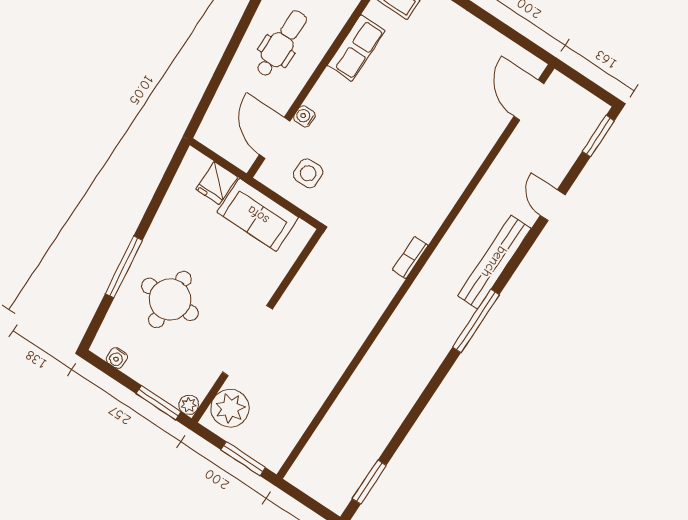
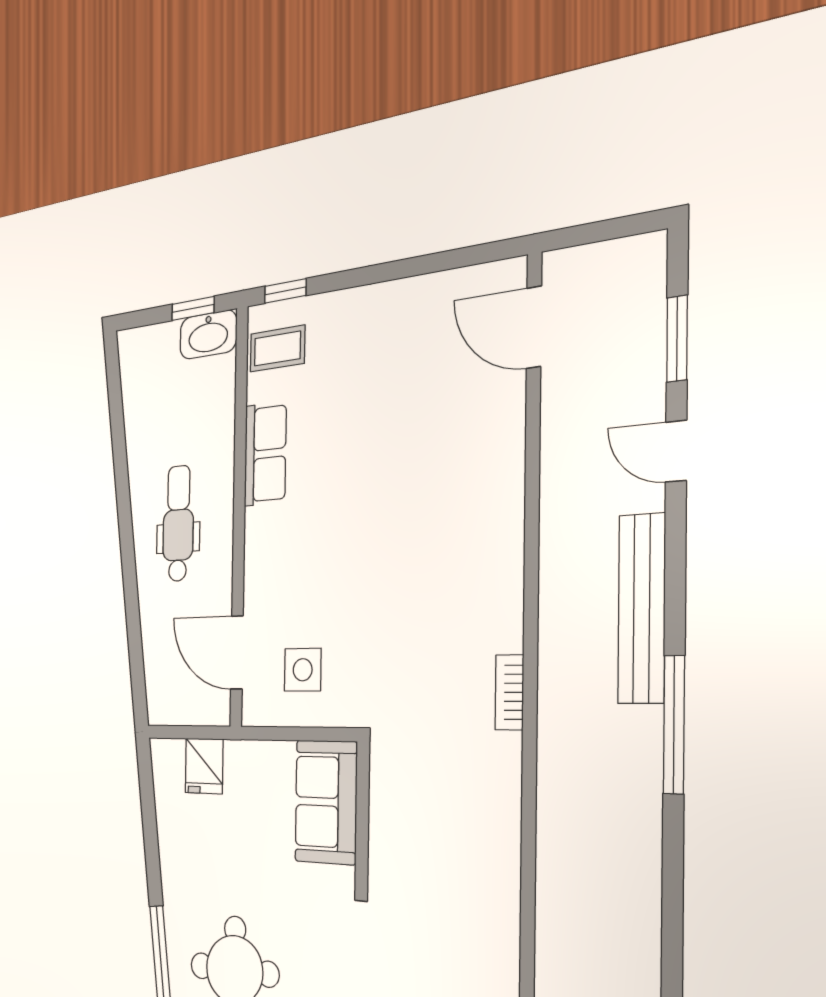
water cooler: (304, 116) -> (255, 595), removed
window: (598, 136) -> (677, 339), moved
sofa: (258, 215) -> (326, 802), moved, turned 90

